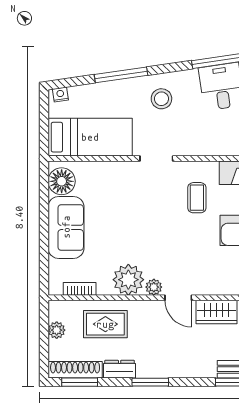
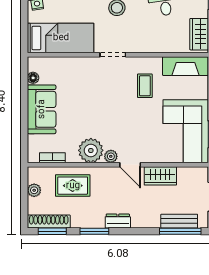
floor lamp: (62, 181) -> (33, 78), width x0.53, depth x0.53
dresser: (120, 369) -> (118, 221), moved
window: (150, 382) -> (94, 231), moved

